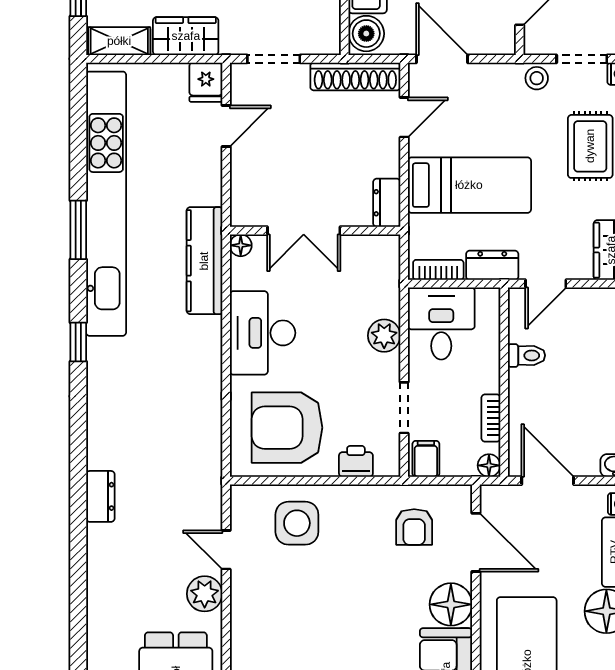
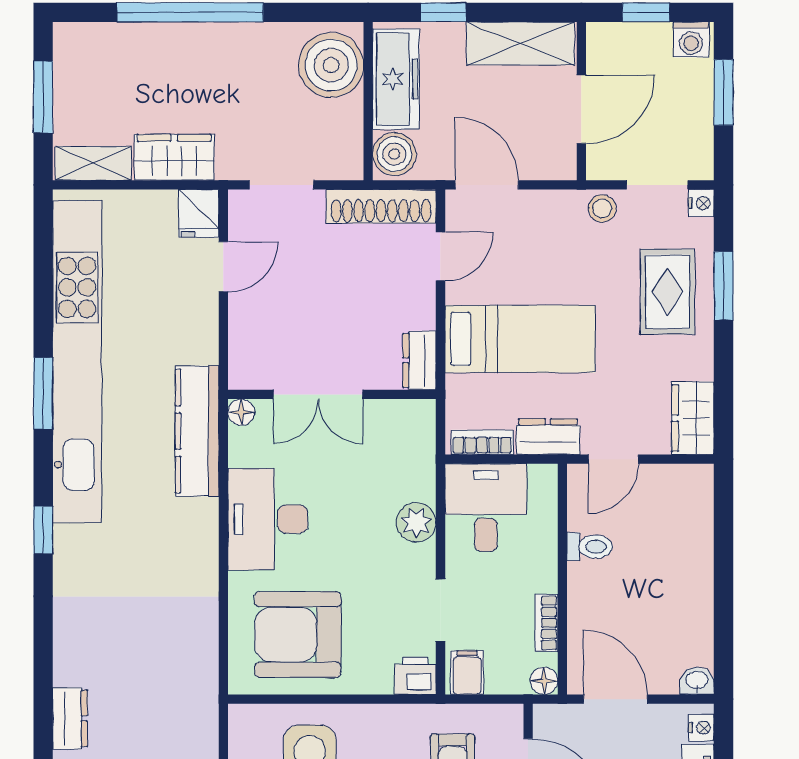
printer: (356, 461) -> (415, 676), moved

